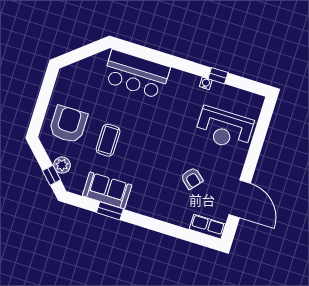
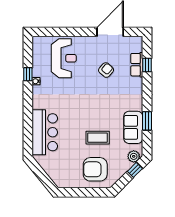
plant: (62, 165) -> (134, 156), moved
row of seats: (207, 227) -> (137, 65), moved
window: (182, 233) -> (147, 65), added

